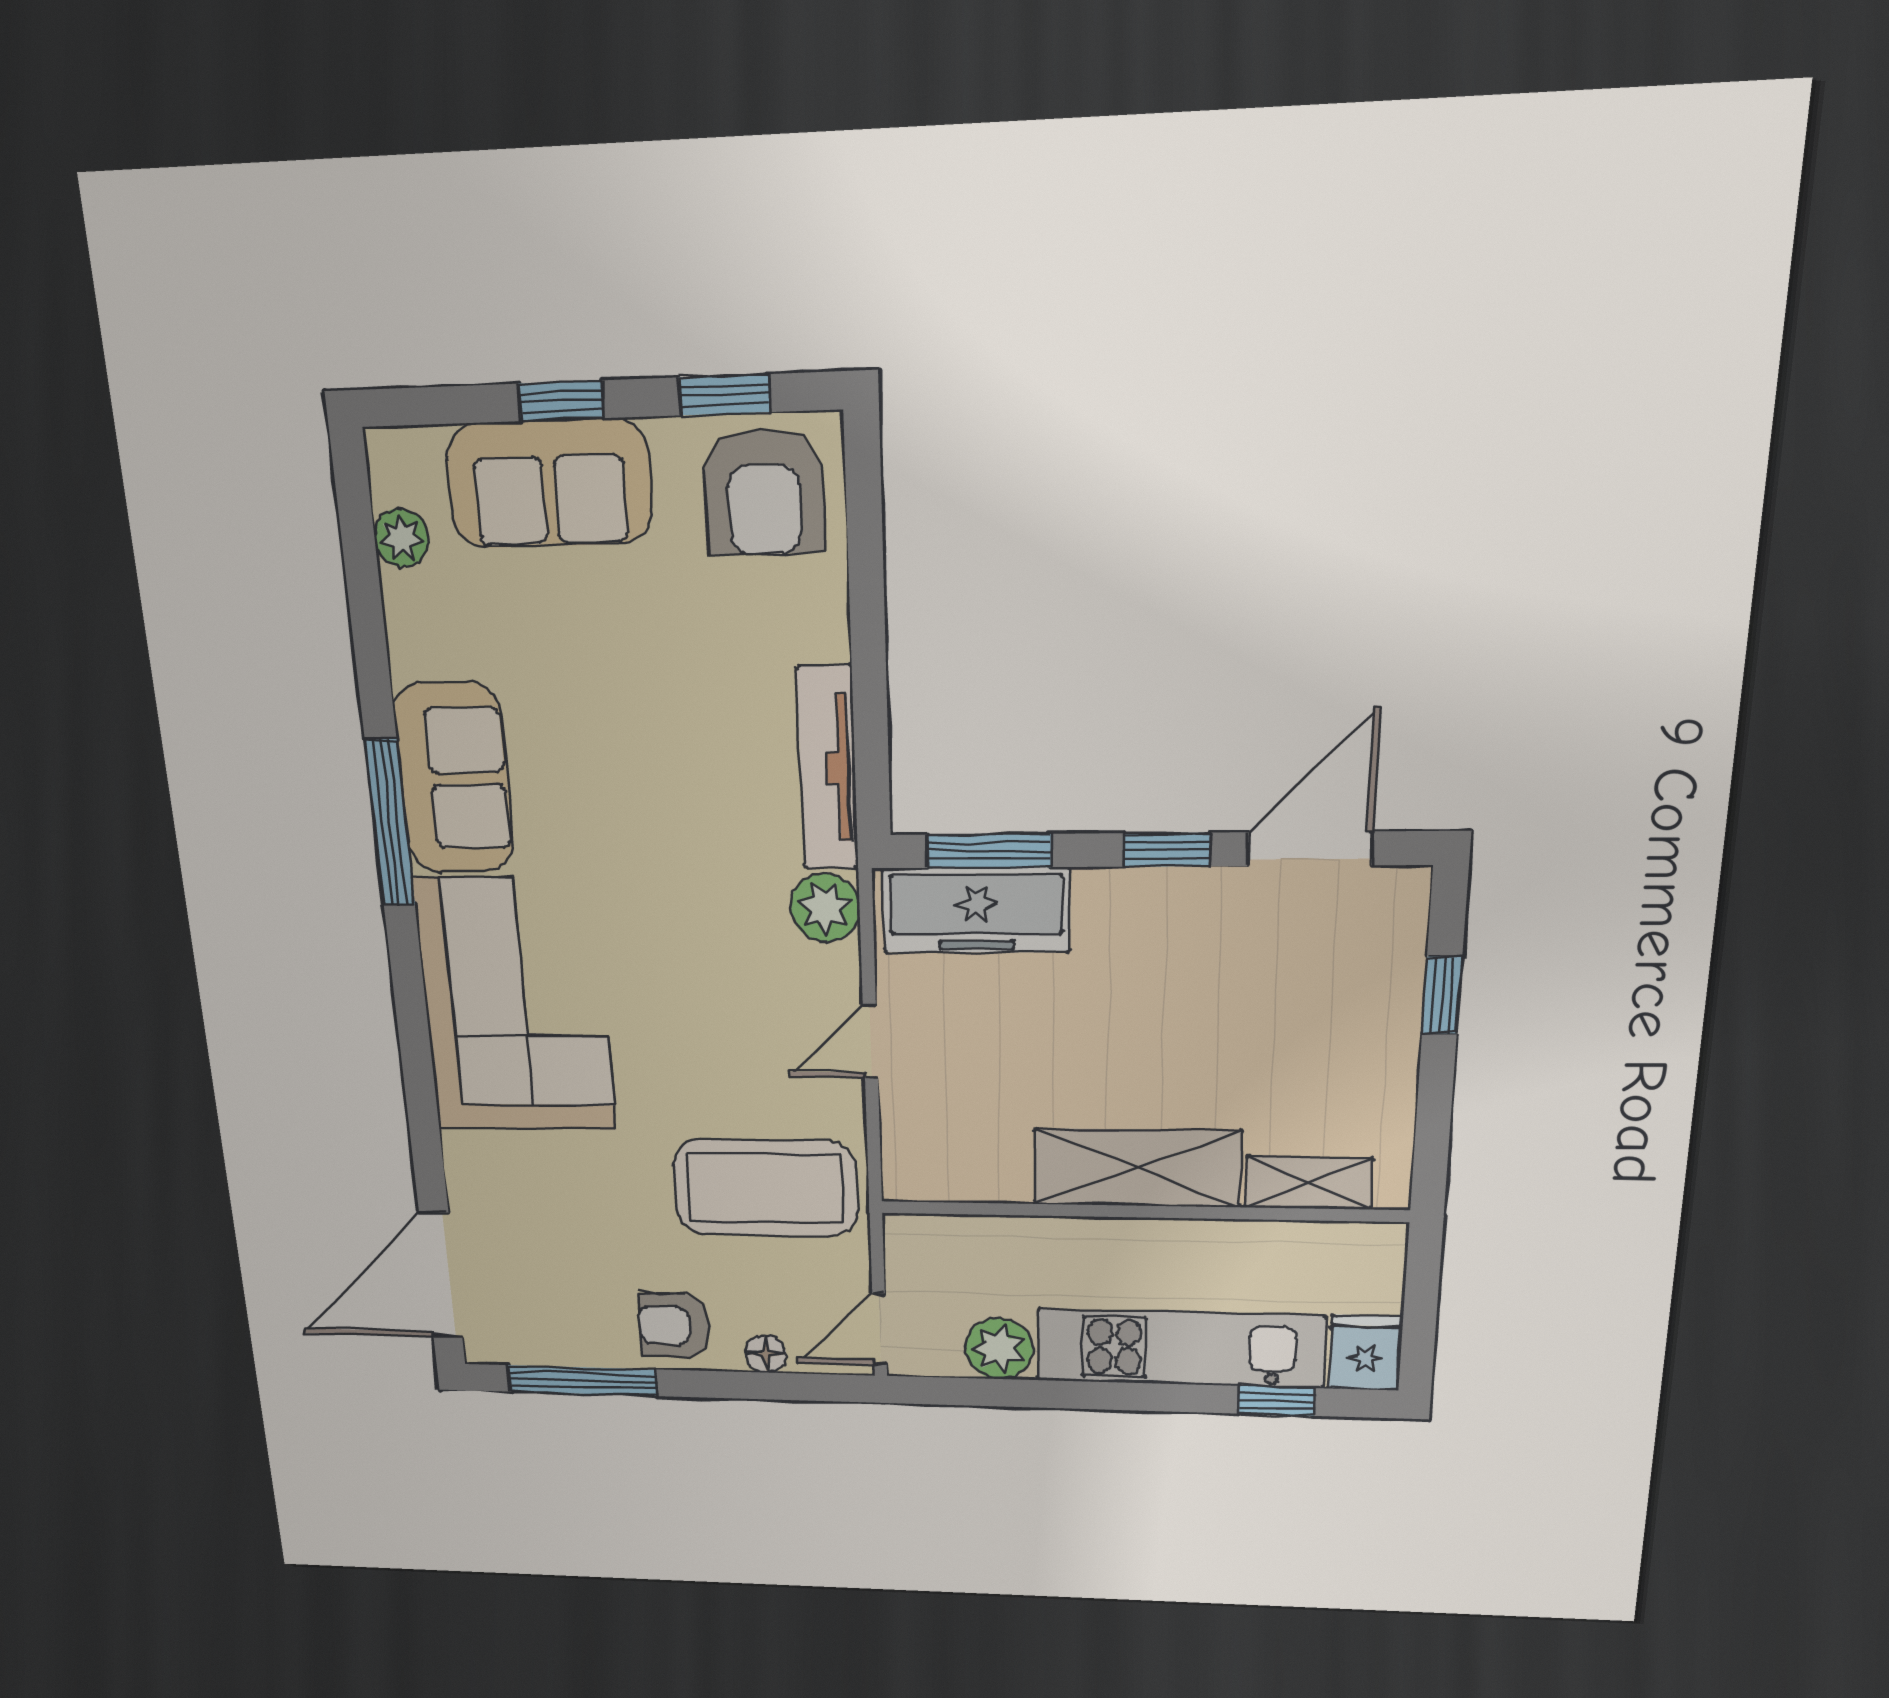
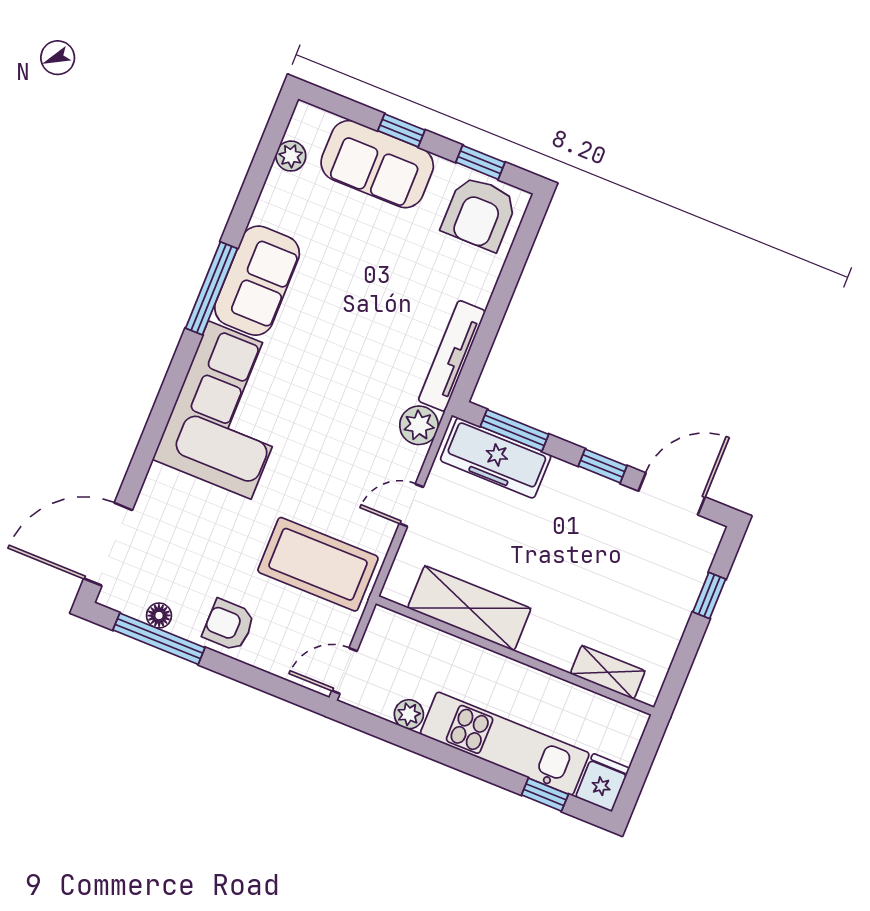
shelving: (1137, 1168) -> (469, 608), moved
plant: (999, 1349) -> (409, 714), width x0.73, depth x0.73
floor lamp: (766, 1354) -> (159, 616), moved

